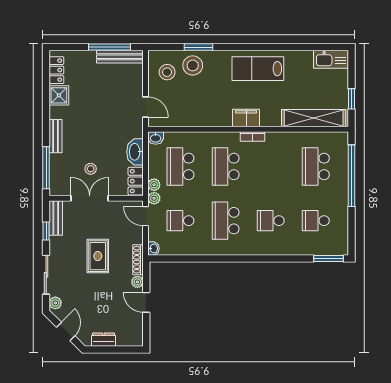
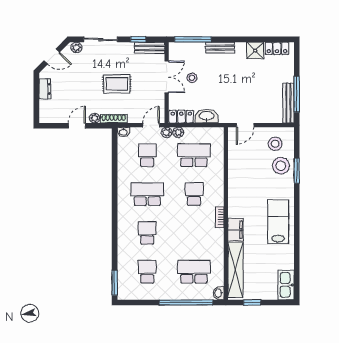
filing cabinet: (246, 118) -> (236, 230), moved
washbasin: (156, 138) -> (218, 293), moved
school desk: (226, 166) -> (194, 194), width x0.54

